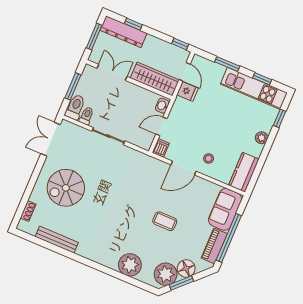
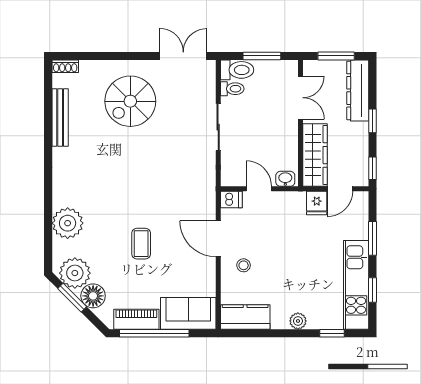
window: (133, 24) -> (373, 121), moved
spiral stairs: (66, 188) -> (130, 101), turned -90
shoe rack: (28, 211) -> (65, 66), moved

